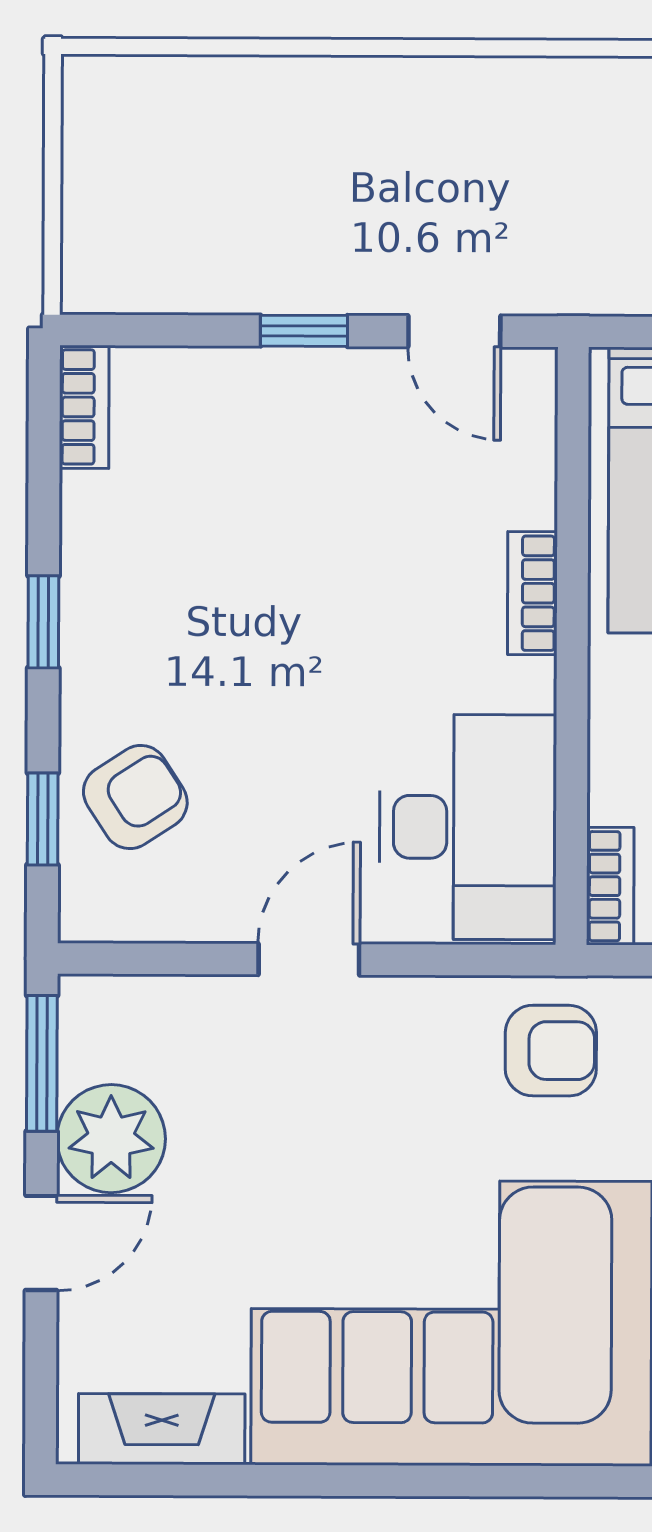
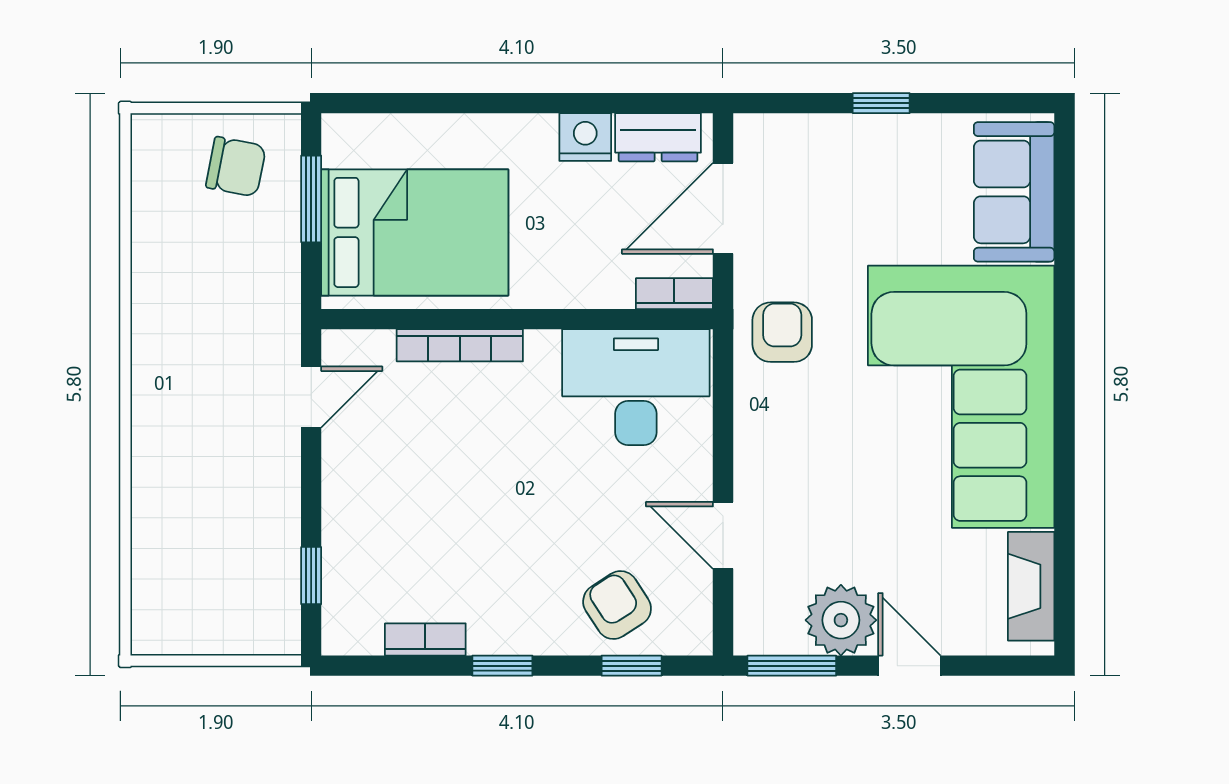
window: (304, 331) -> (311, 576), moved
bookcase: (84, 407) -> (425, 639), moved
bookcase: (532, 593) -> (460, 345), width x1.56
door: (309, 959) -> (723, 535), moved

